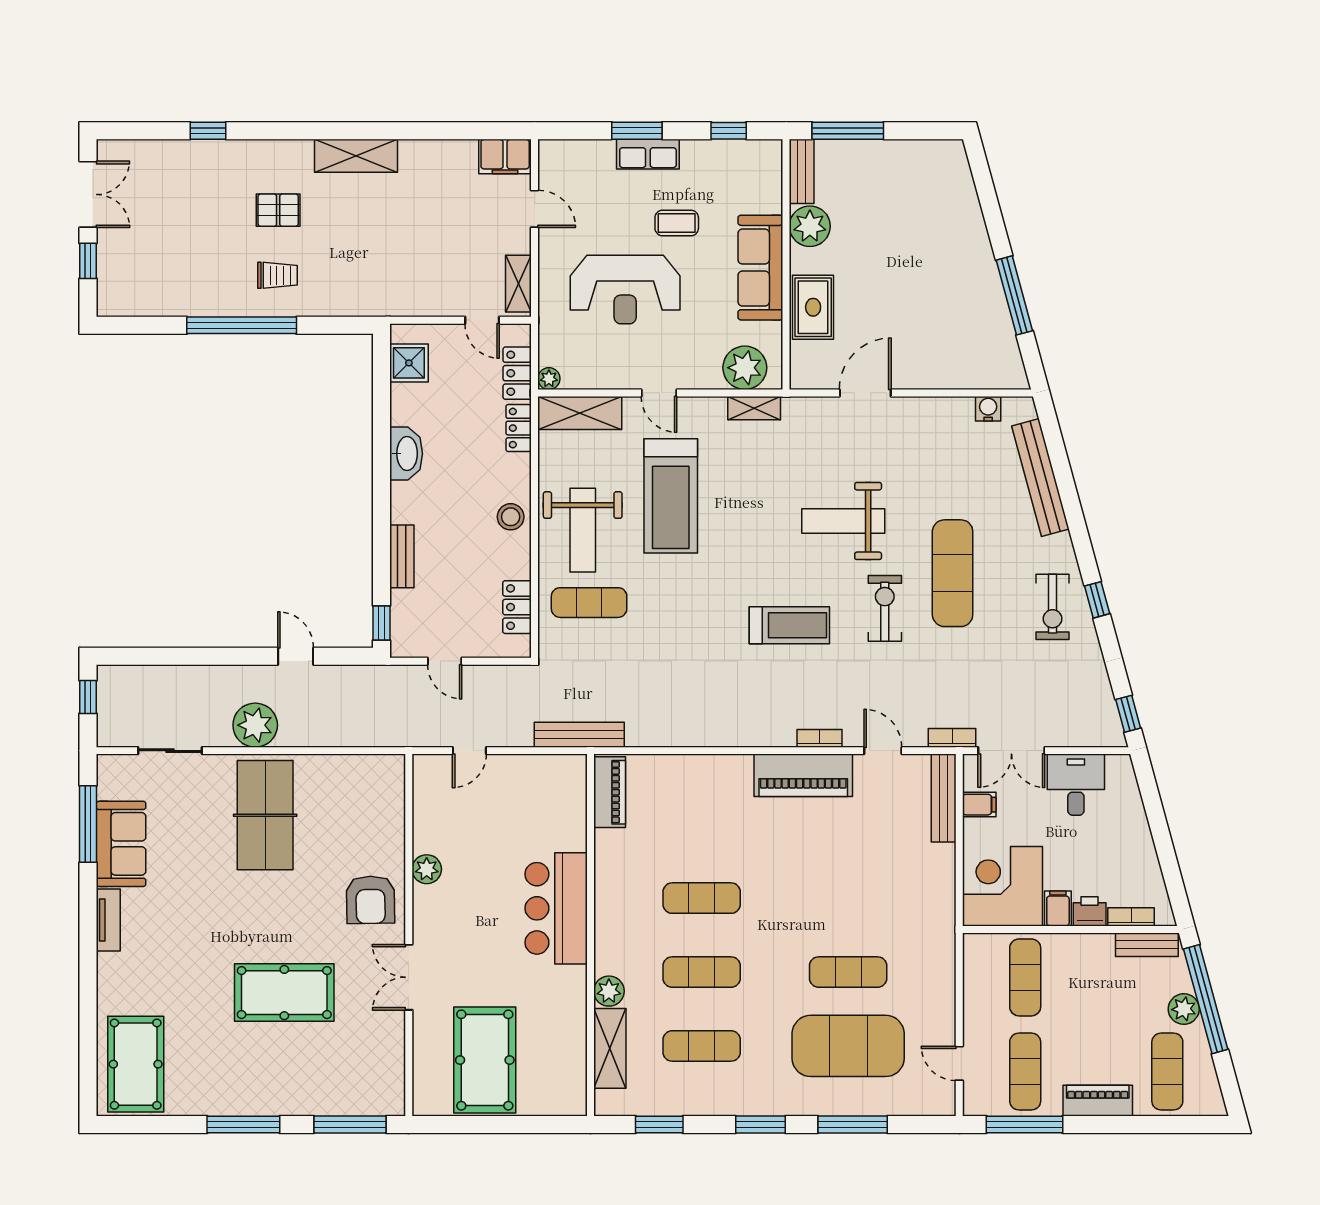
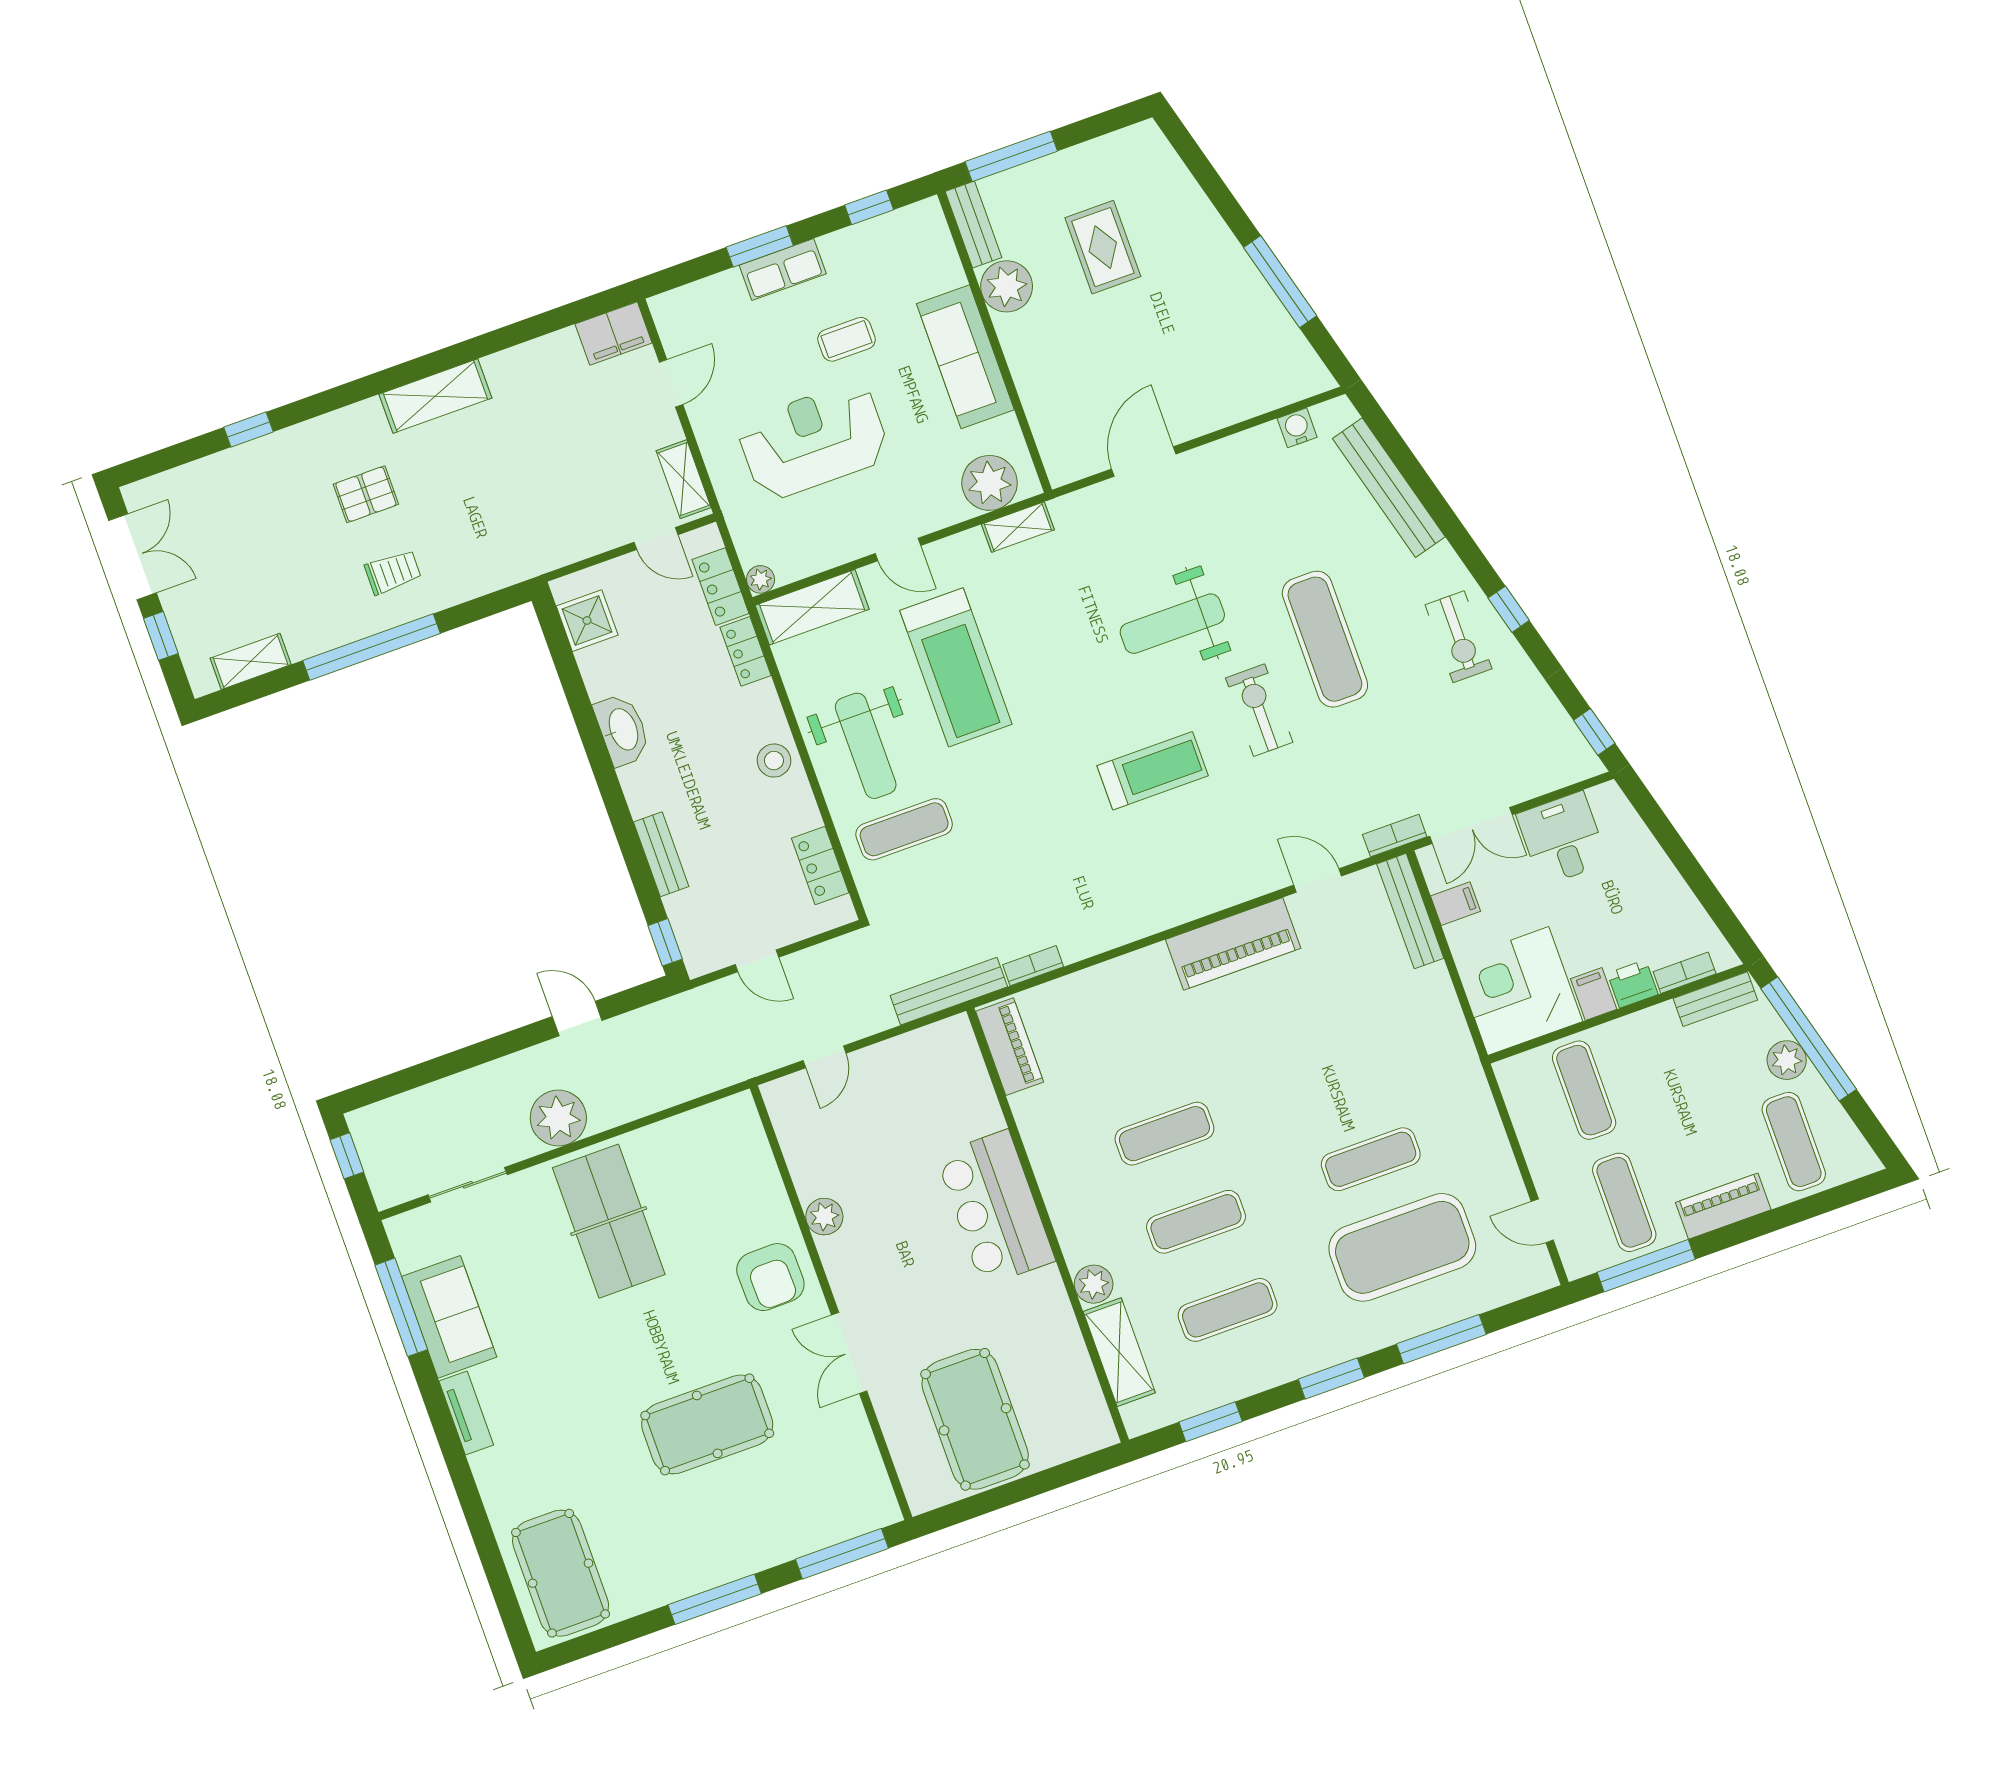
door: (535, 209) -> (671, 383), hinge flipped
reception desk: (625, 289) -> (813, 441), turned 180
shelving: (148, 304) -> (251, 661), added
rug: (813, 307) -> (1103, 247), moved
bookcase: (819, 738) -> (1033, 966), moved

